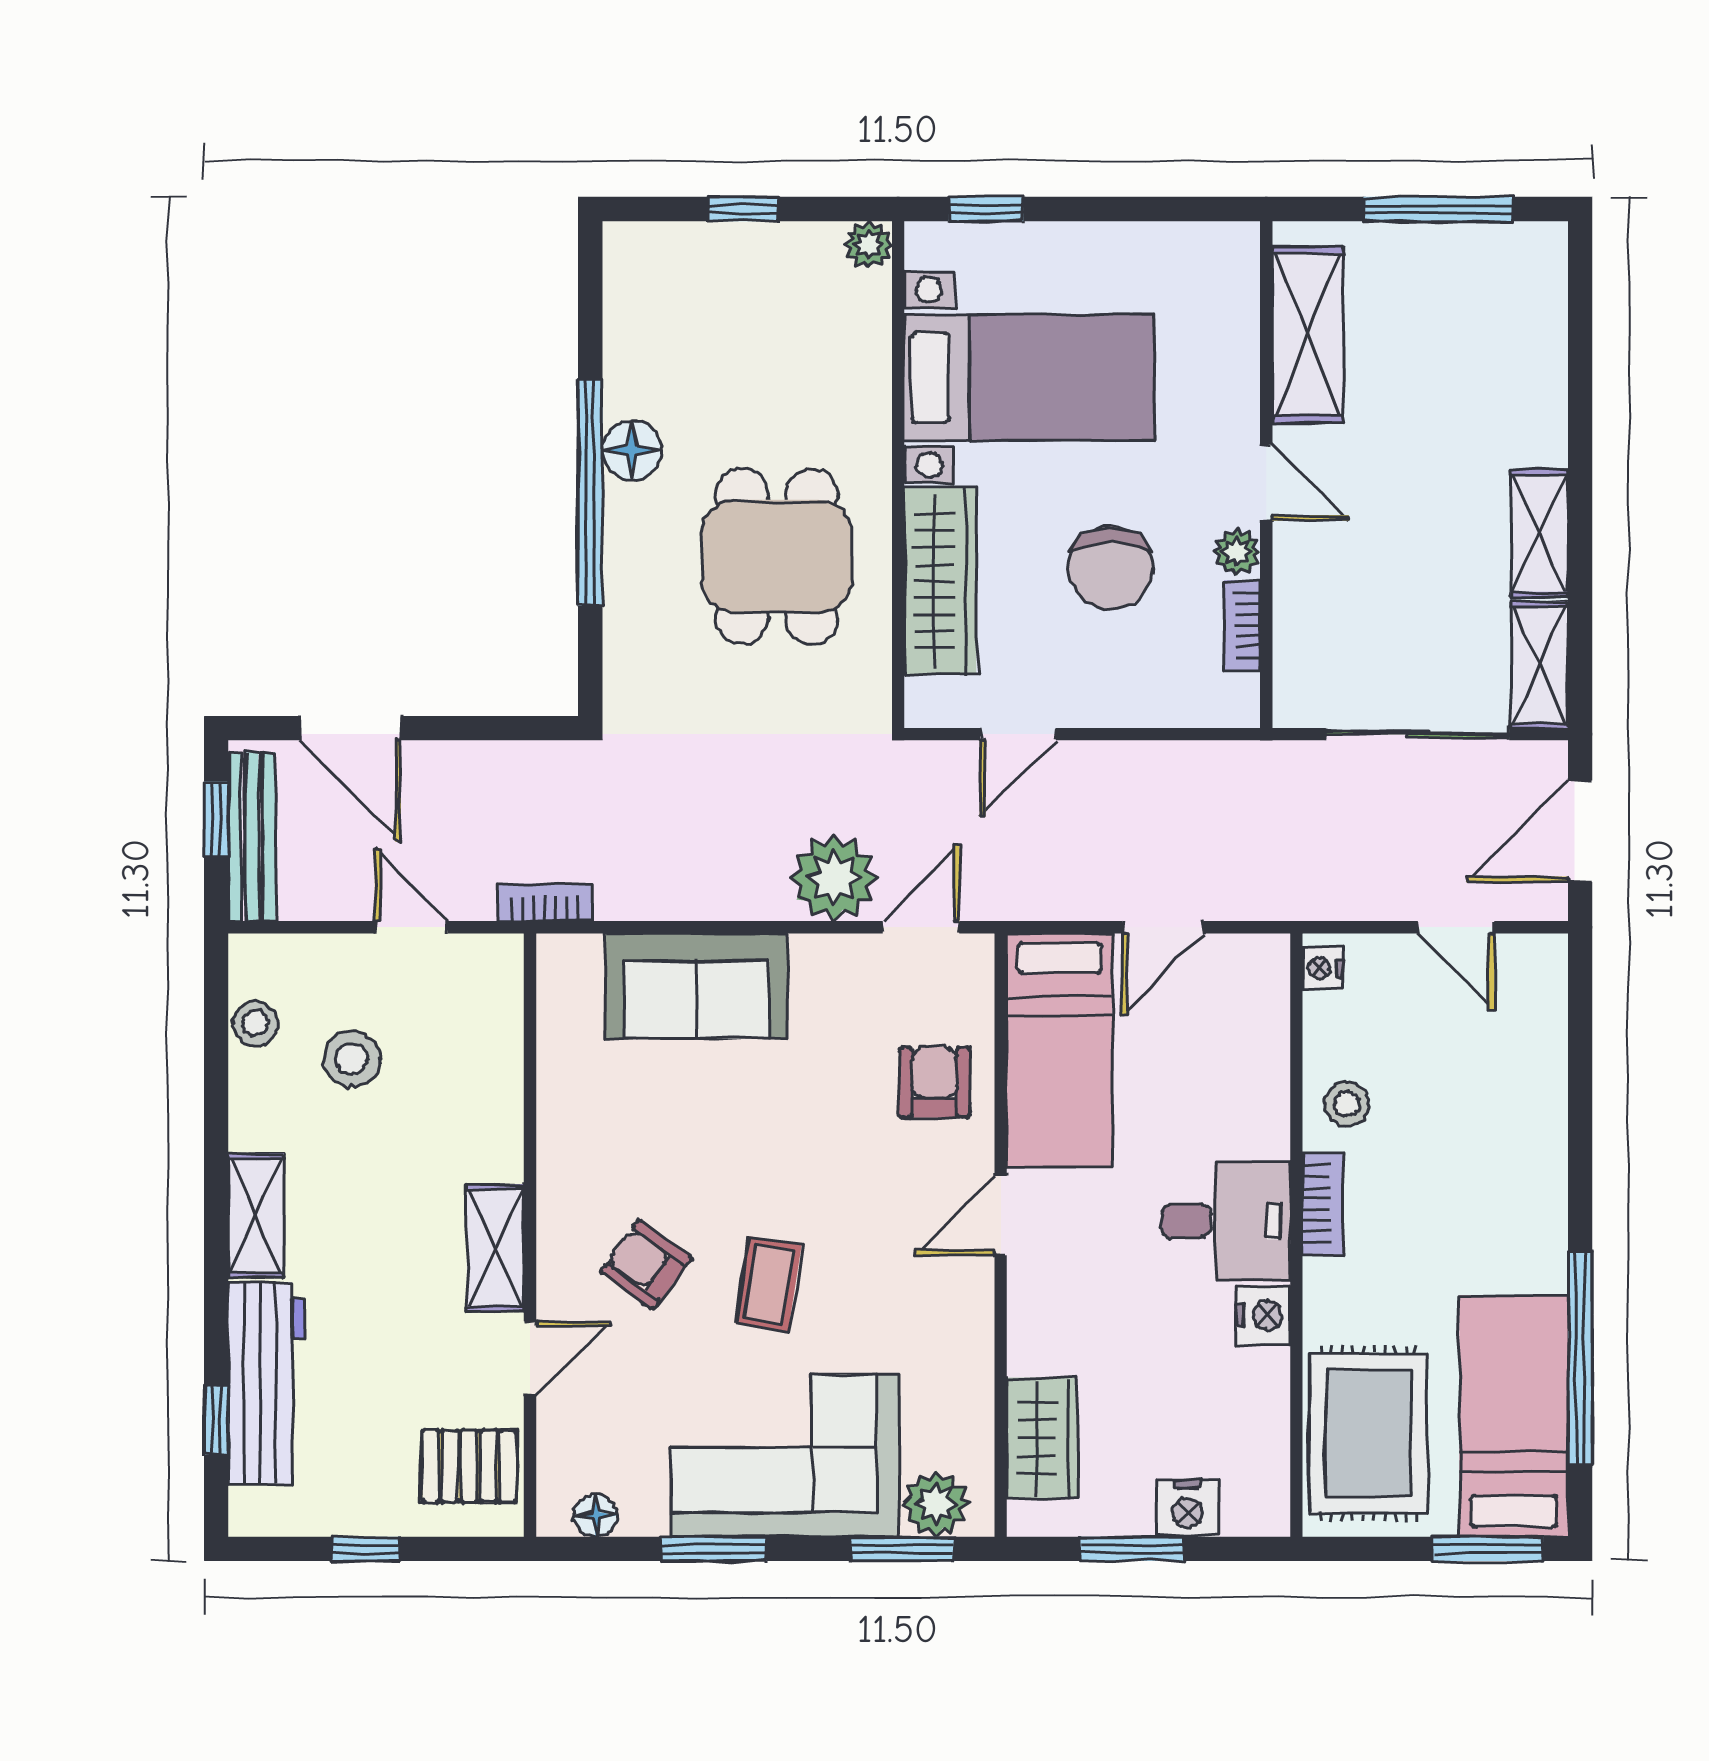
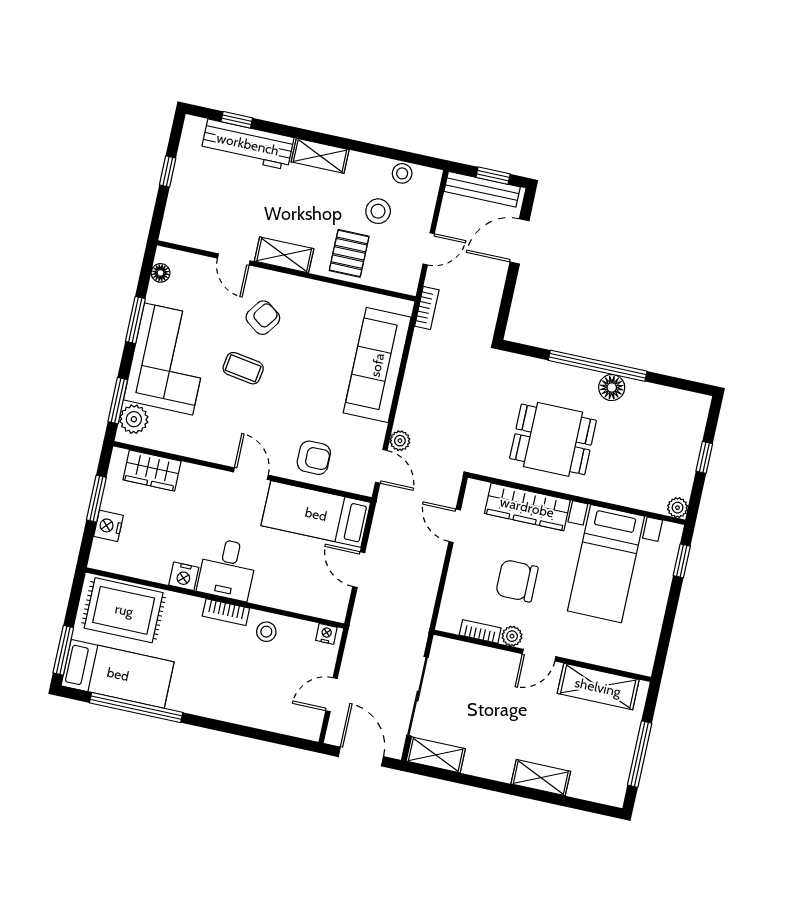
shelving: (1539, 533) -> (541, 778), moved
plant: (834, 878) -> (400, 441), width x0.53, depth x0.53
sofa: (696, 986) -> (377, 365), width x1.36
pallet: (469, 1466) -> (349, 253), moved

